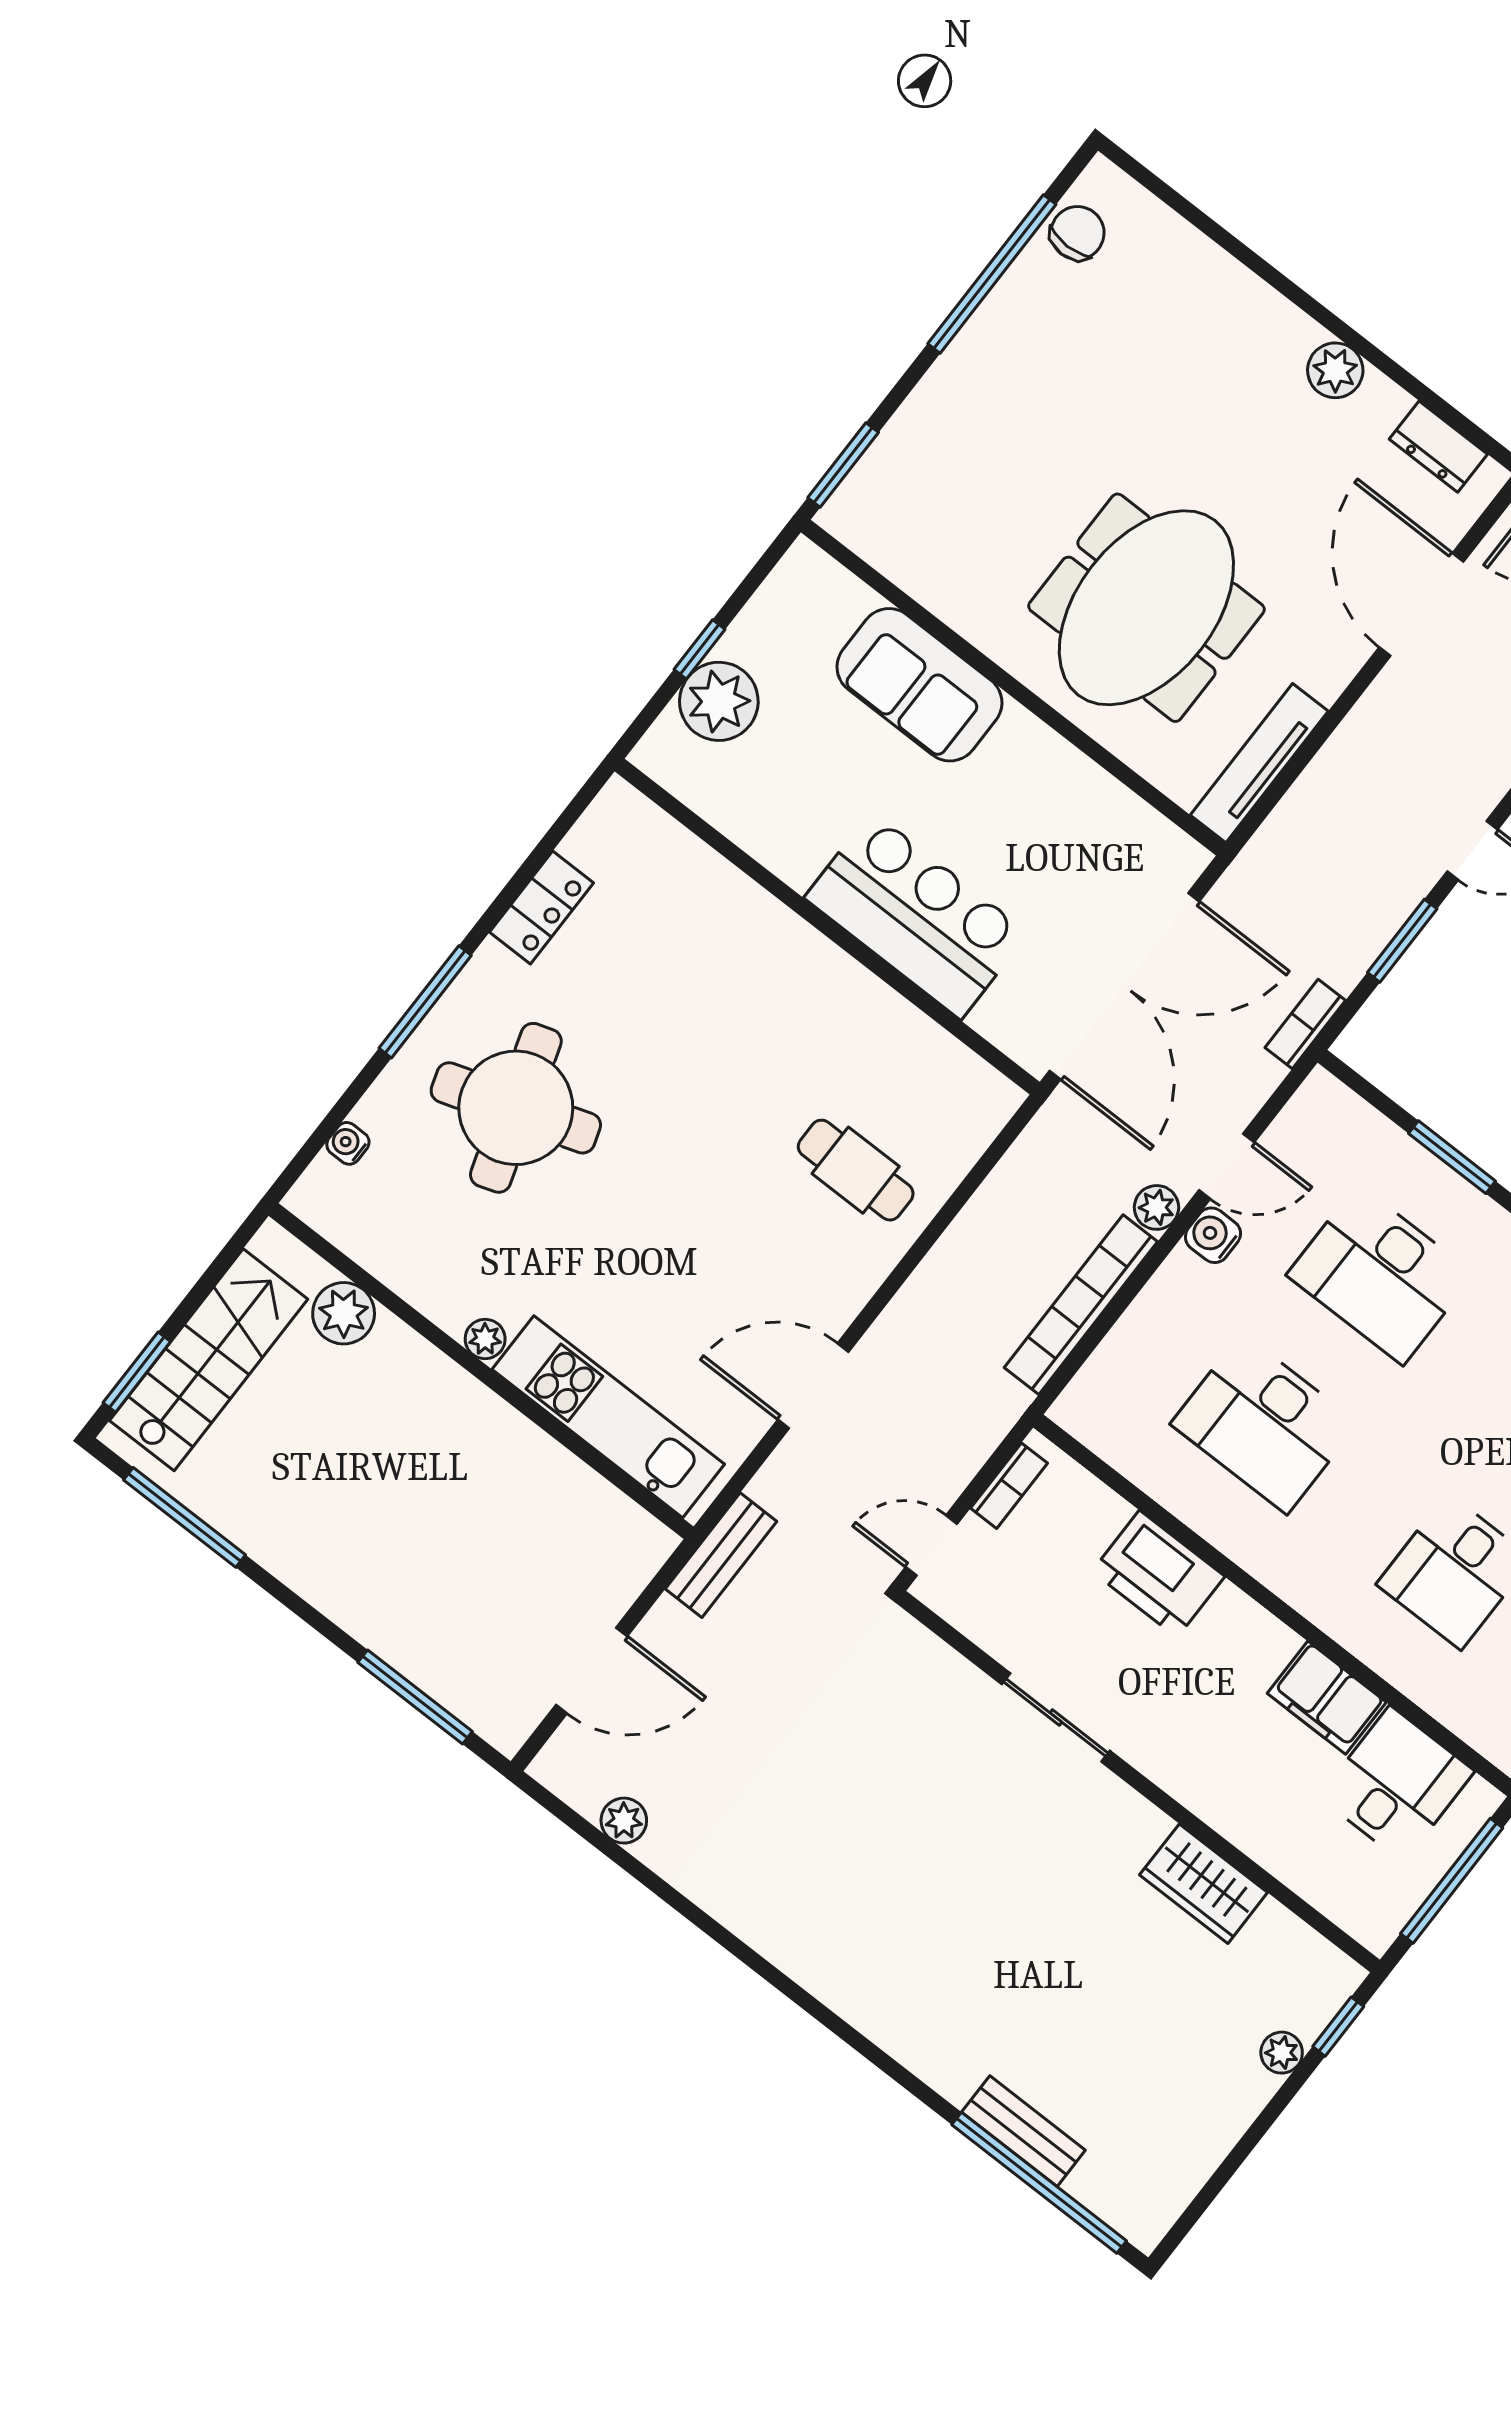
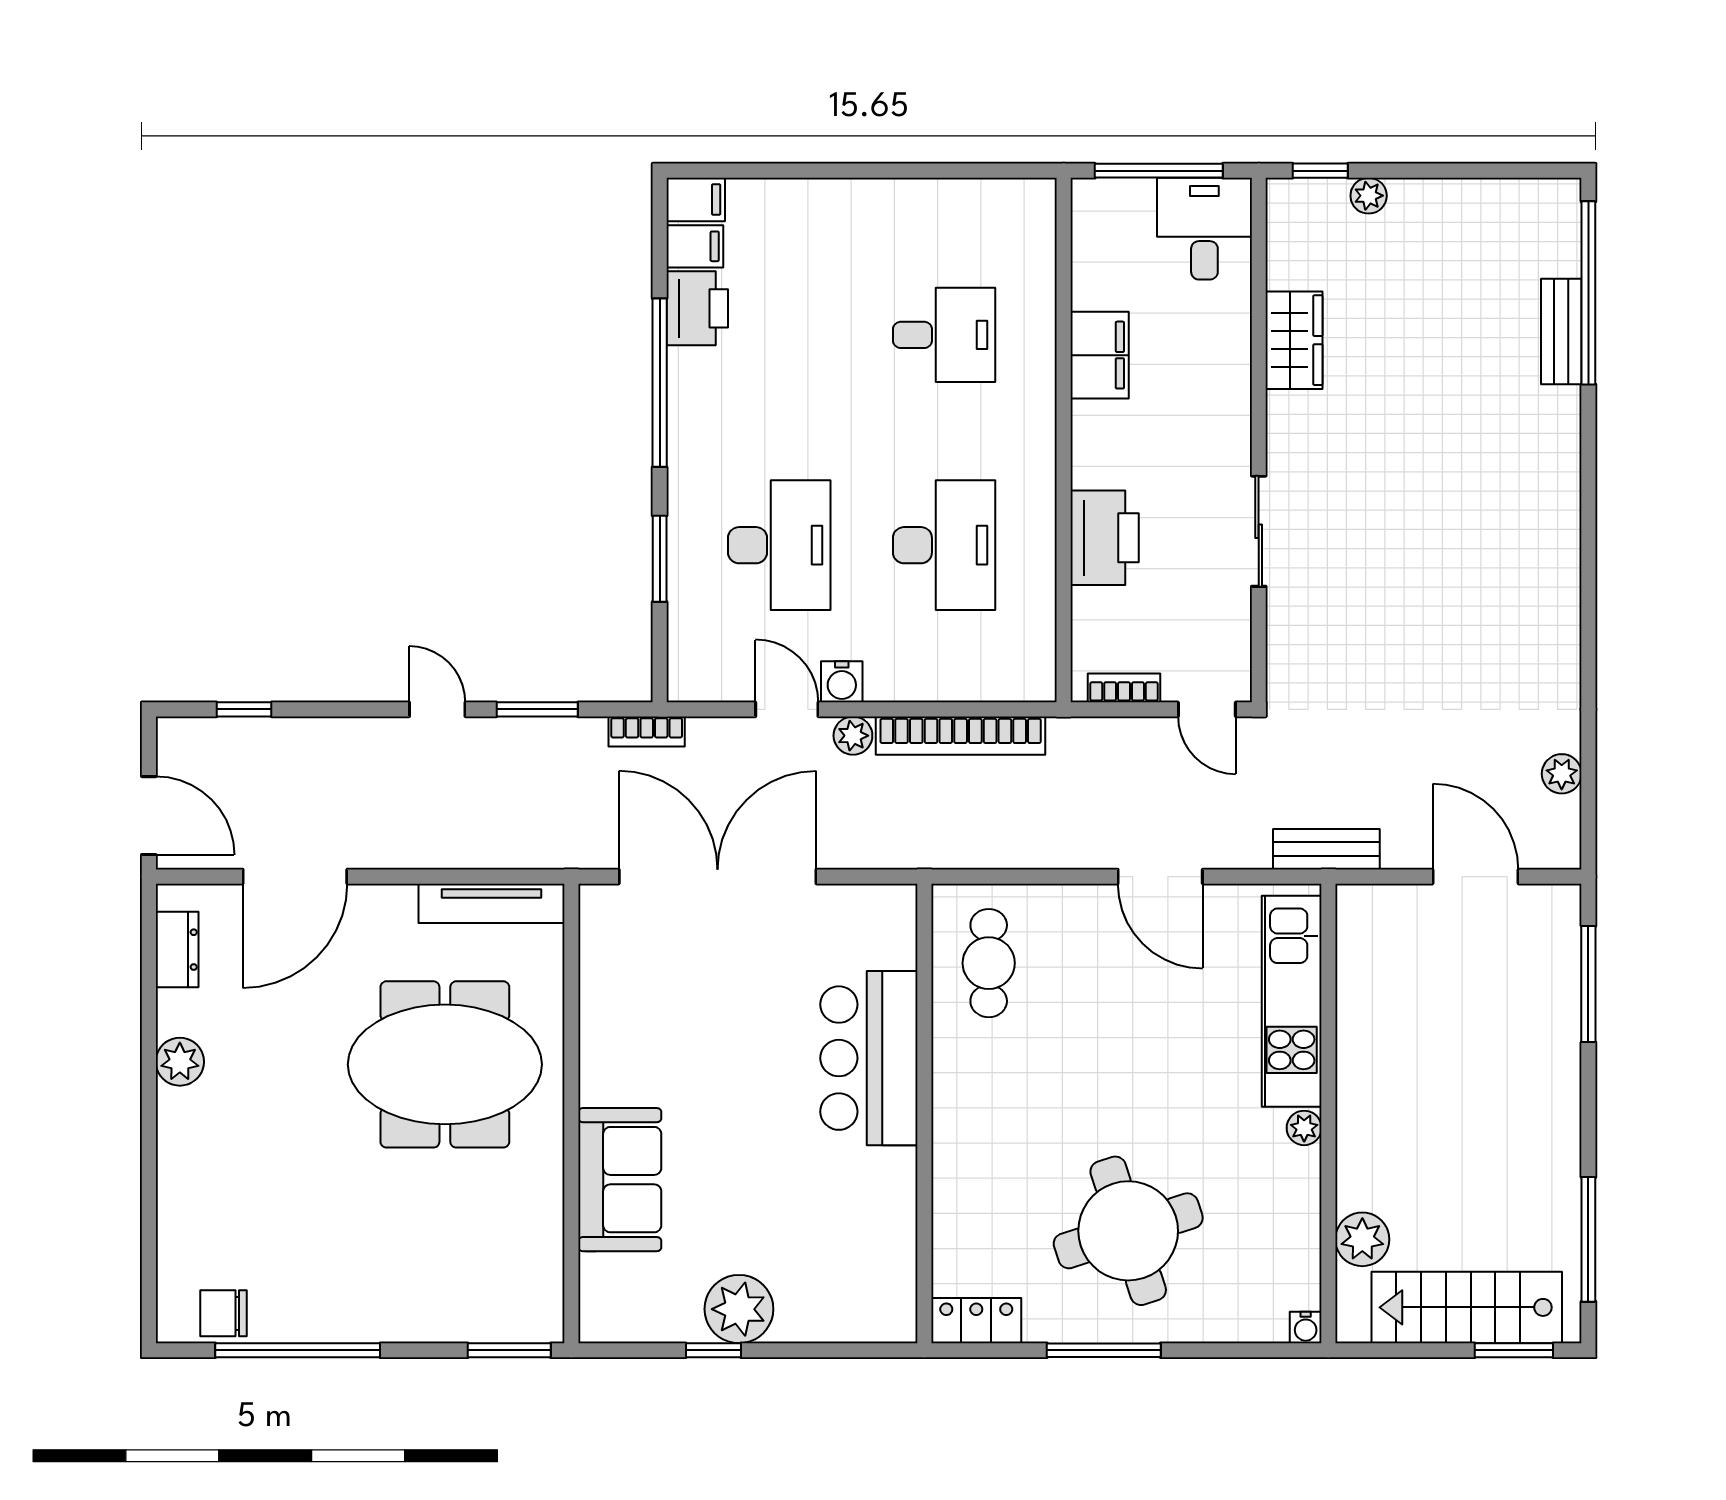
bar counter: (916, 915) -> (869, 1058), moved
wall: (827, 927) -> (924, 1113), moved
water cooler: (348, 1143) -> (1306, 1328), moved
desk: (1397, 1784) -> (1204, 229), moved, turned 90

